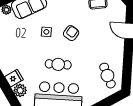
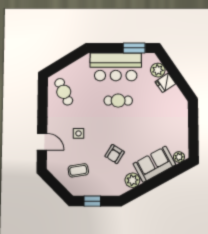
side table: (46, 32) -> (79, 133), moved
armchair: (71, 33) -> (115, 154), moved

